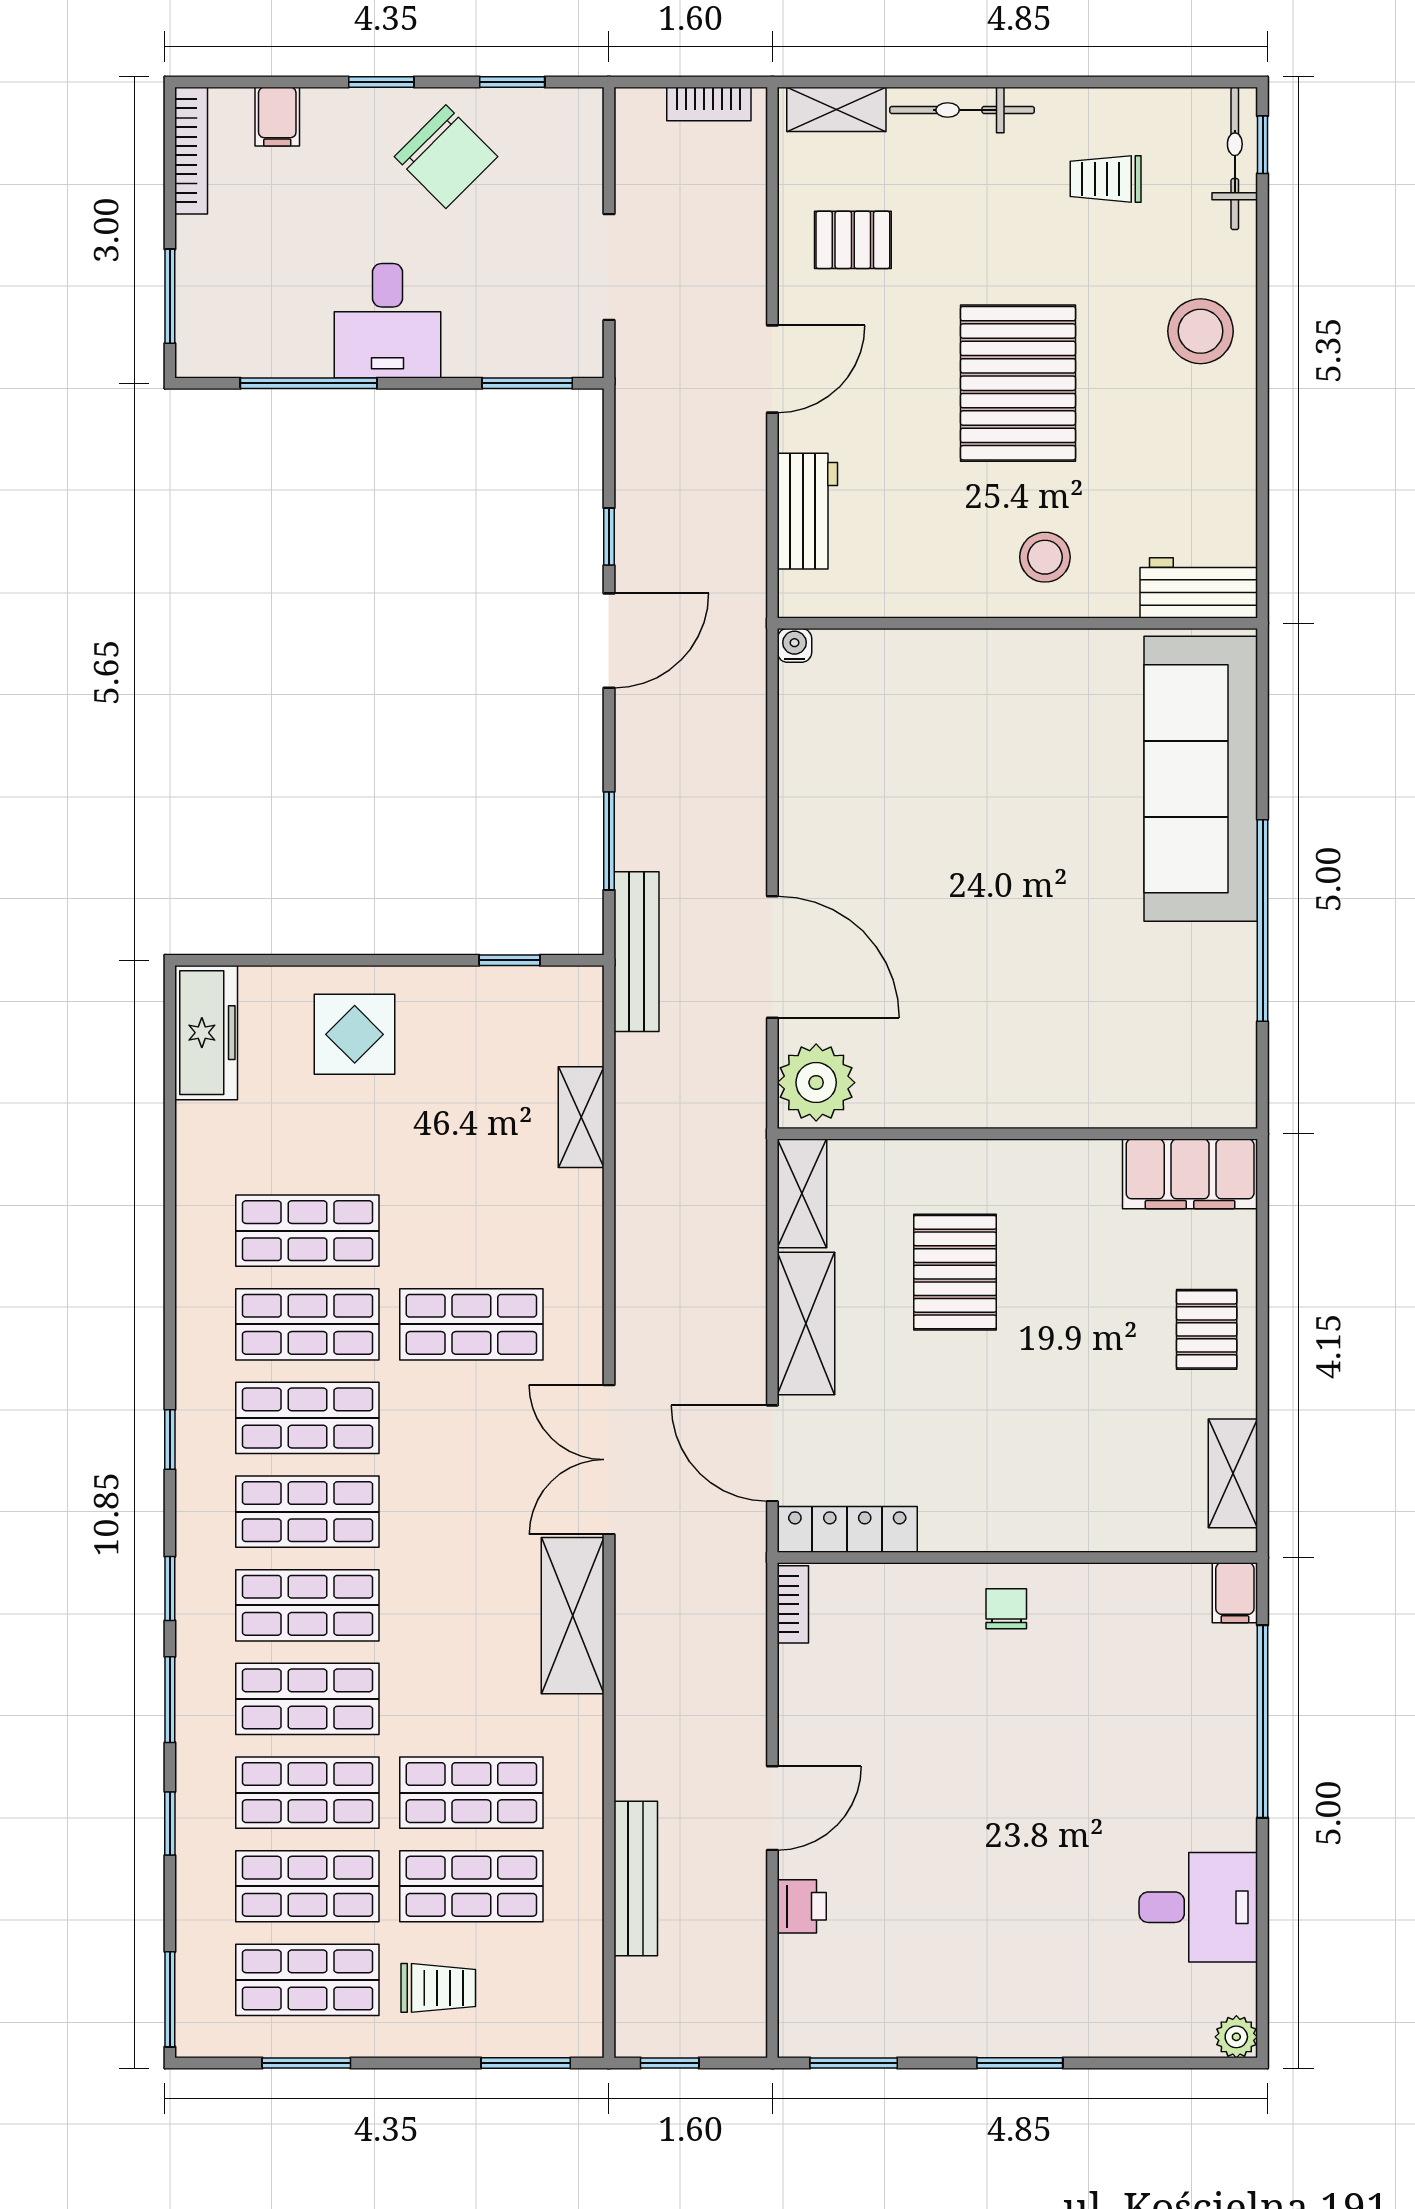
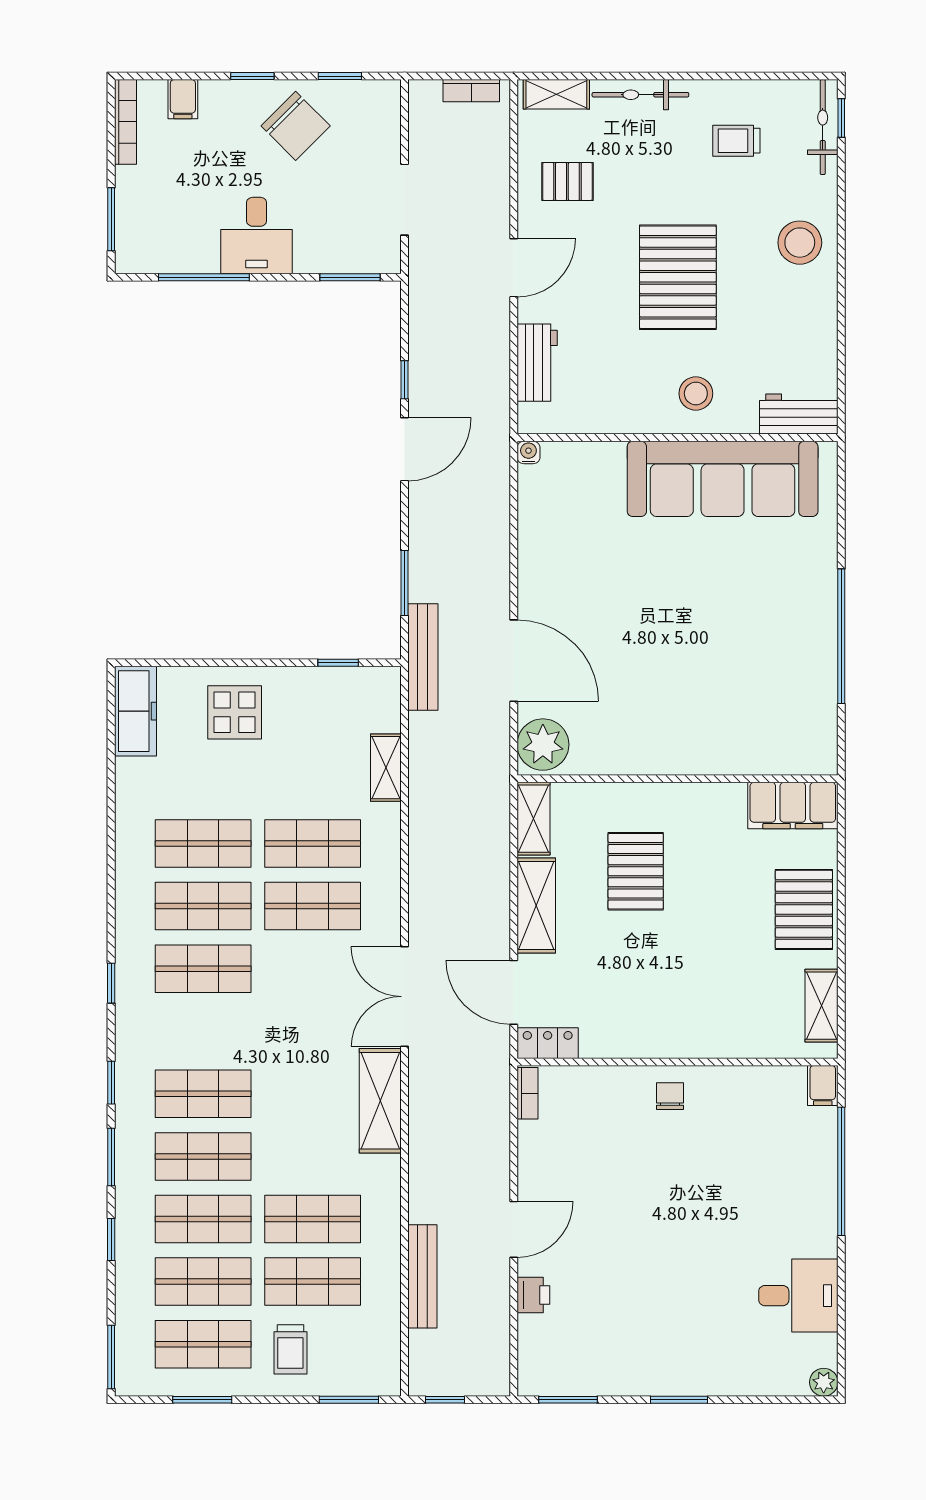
sofa: (1201, 779) -> (723, 479), moved, turned -90
pallet: (1207, 1329) -> (804, 909), width x1.50, depth x1.42
shop shelf: (307, 1512) -> (313, 844), moved
locker: (847, 1529) -> (548, 1043), width x0.66
trolley: (438, 1988) -> (290, 1349), turned 90

